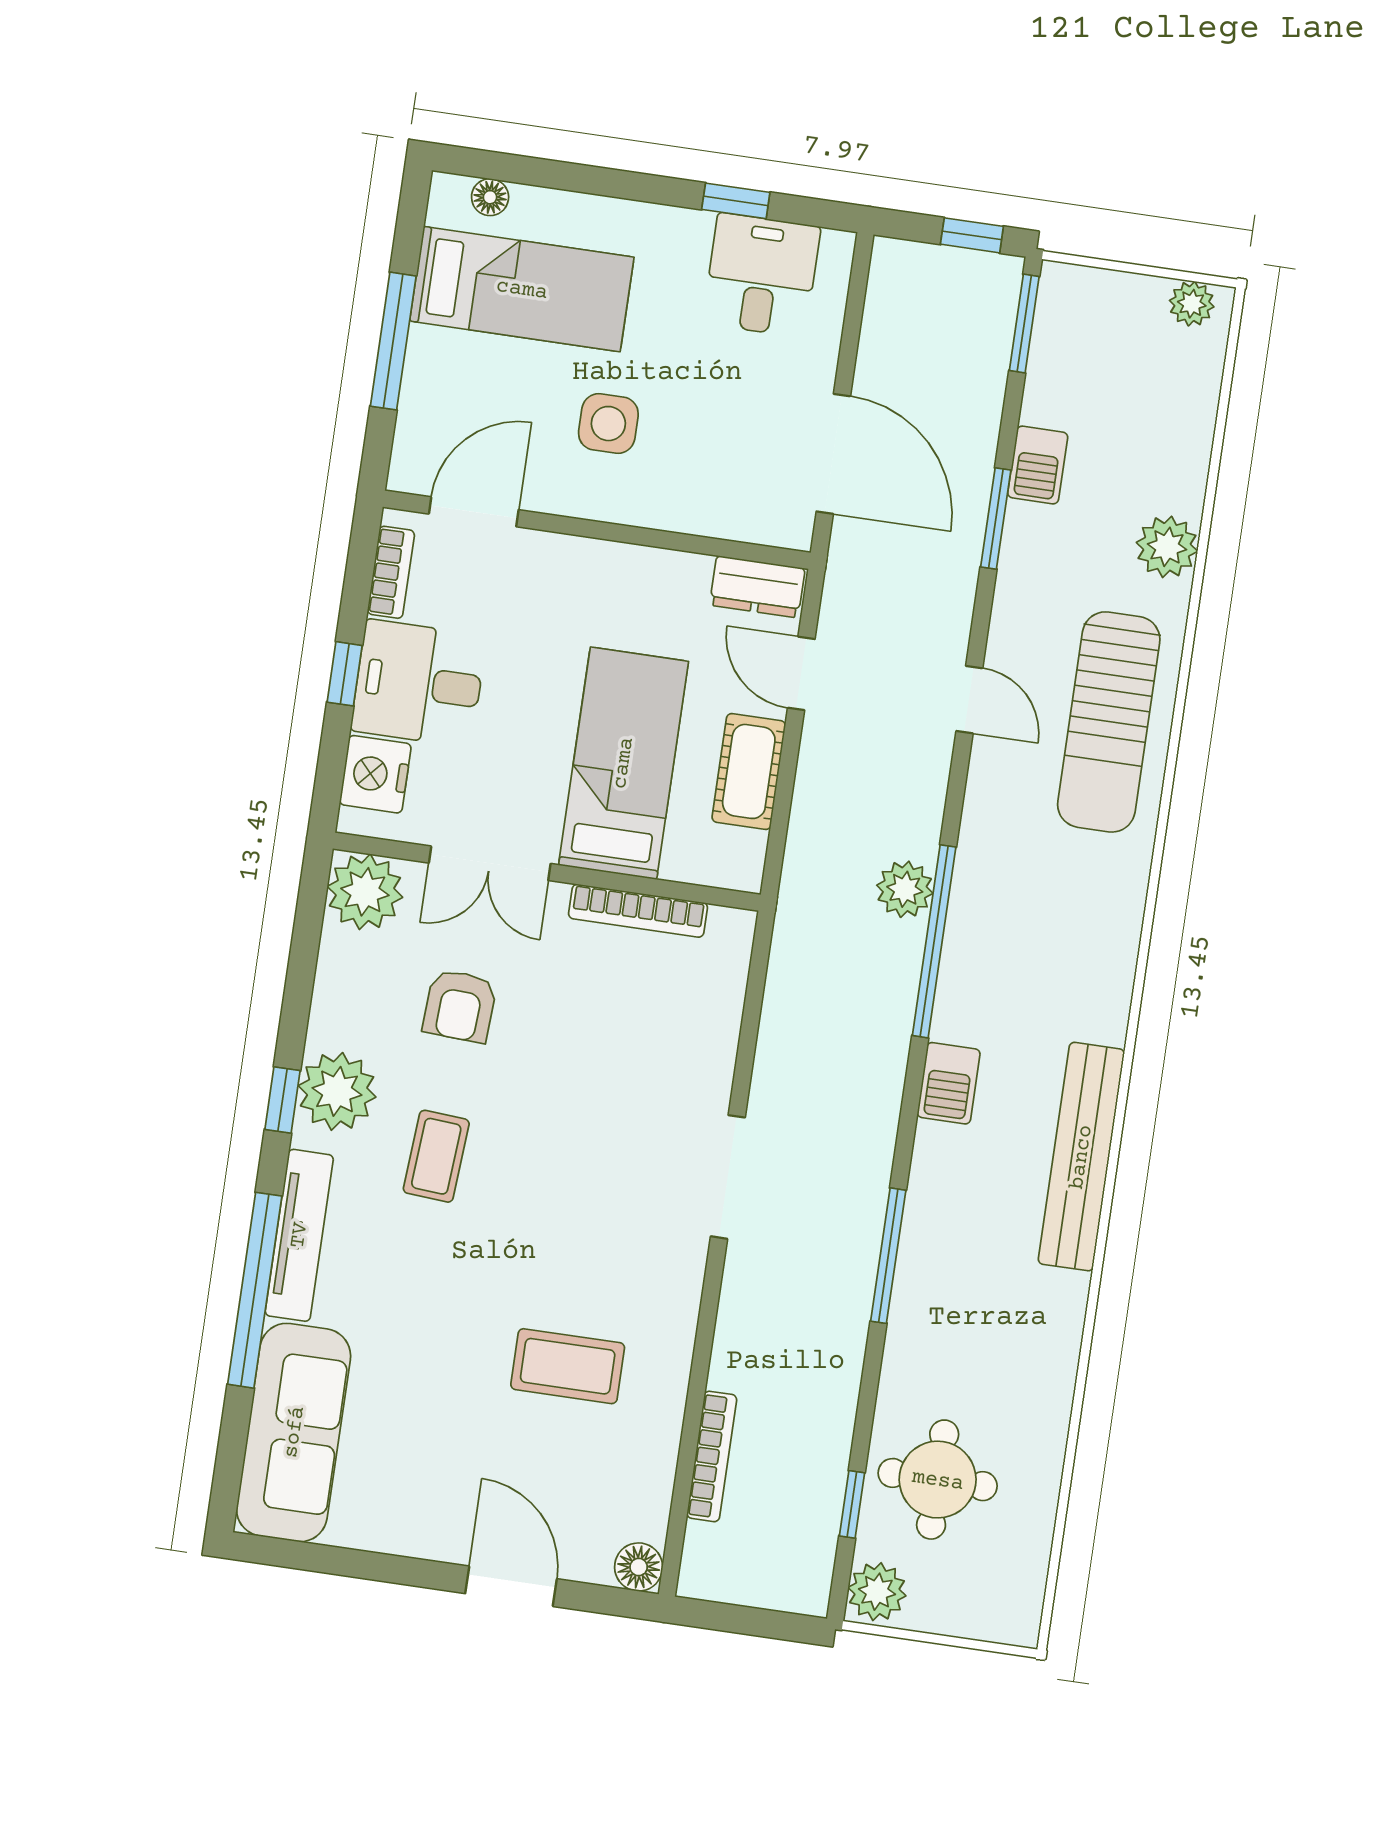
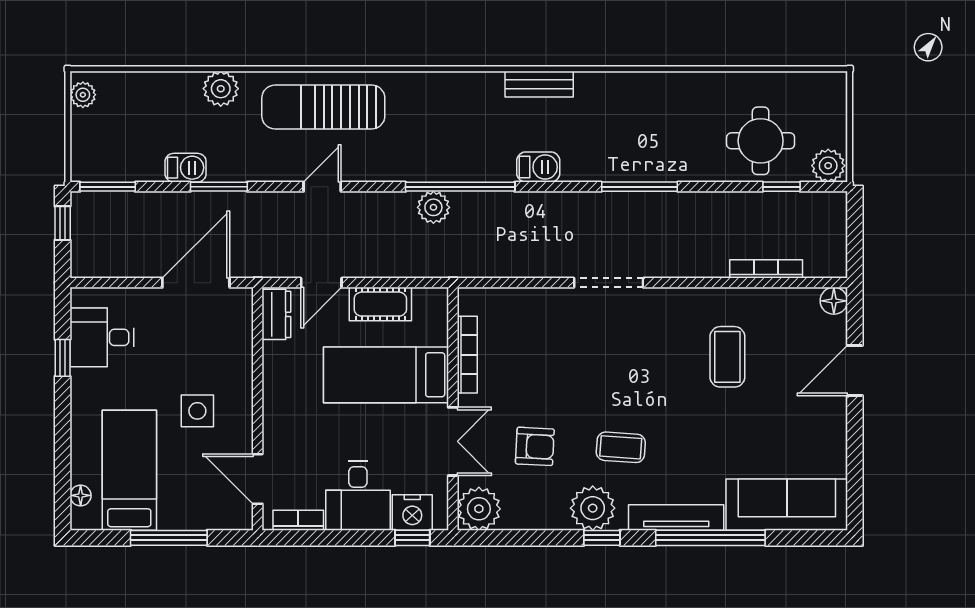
window: (345, 674) -> (412, 538), moved
sun lounger: (1109, 722) -> (323, 107), turned 180
bench: (1081, 1157) -> (539, 84), width x0.54, depth x0.82

